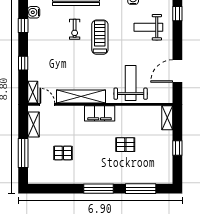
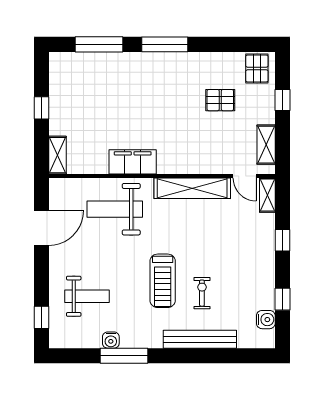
weight bench: (131, 83) -> (115, 209), turned 90
filing cabinet: (100, 113) -> (133, 162), moved
pallet: (125, 145) -> (257, 69), moved, turned 90
window: (23, 153) -> (282, 100), width x0.46

